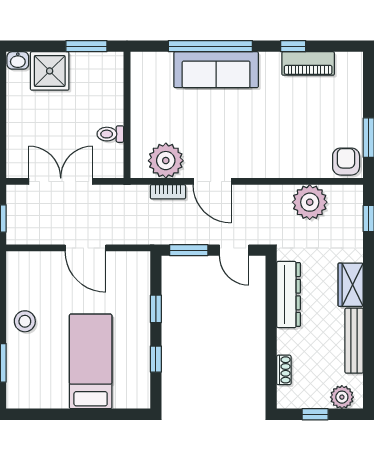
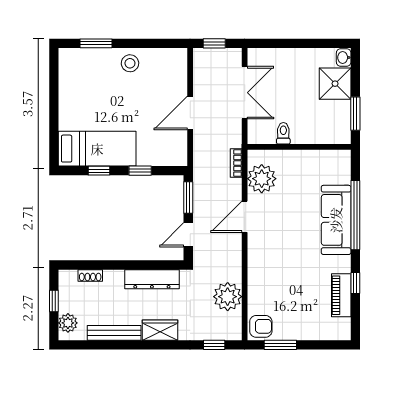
bookcase: (168, 192) -> (236, 163), moved
bed: (91, 361) -> (97, 149), moved

